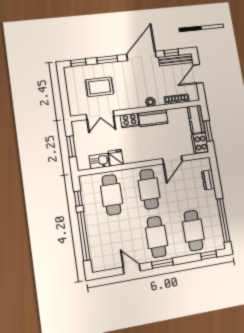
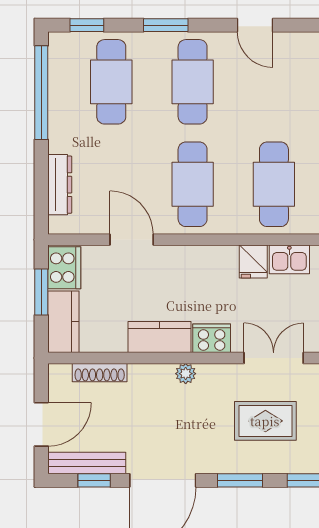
plant: (150, 102) -> (186, 374), moved
door: (172, 160) -> (132, 240), hinge flipped
dresser: (208, 180) -> (60, 185), width x1.44
window: (162, 263) -> (166, 25), moved

